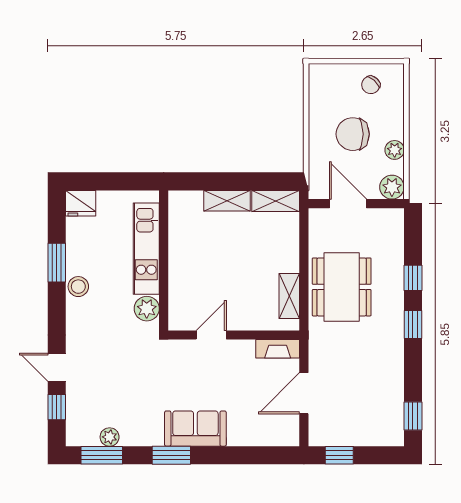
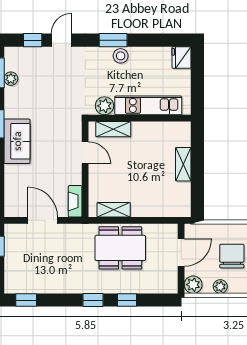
shelving: (276, 201) -> (113, 129), moved, turned 90
window: (57, 263) -> (113, 40), moved

